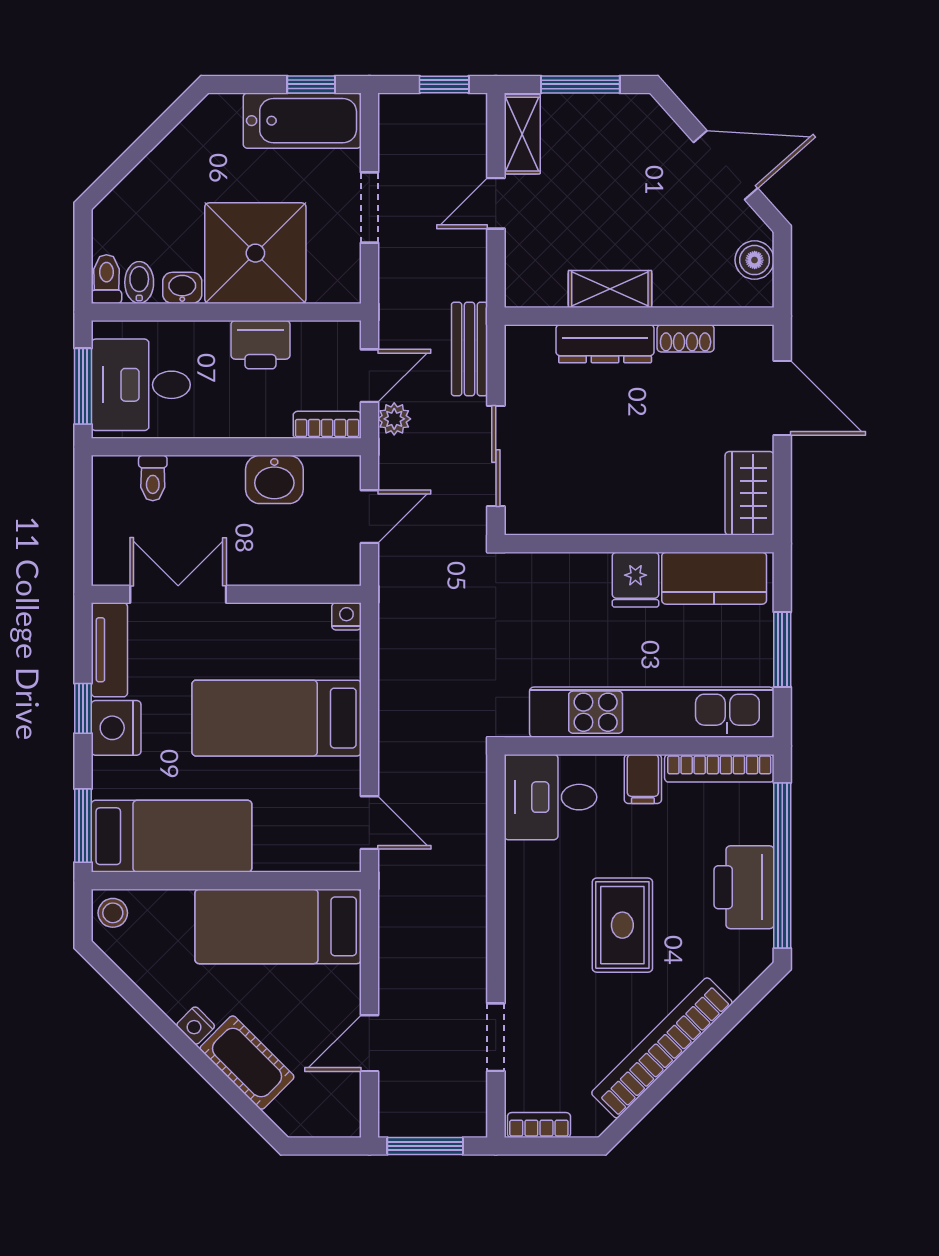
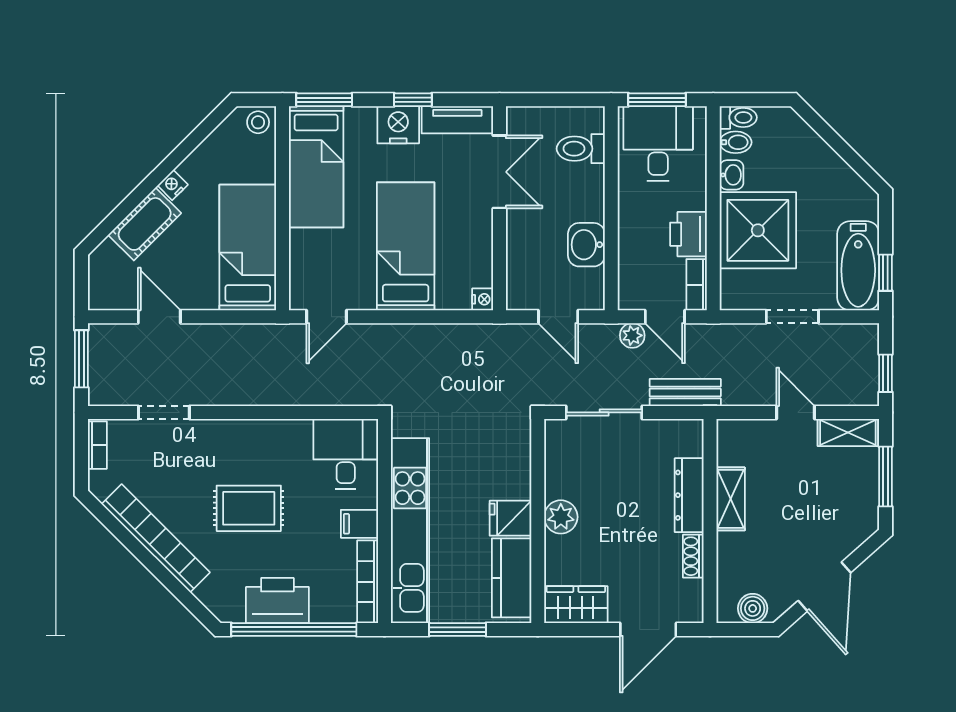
bookcase: (327, 425) -> (697, 285), moved, turned 180
toilet: (153, 478) -> (581, 149), width x1.37, depth x1.39
plant: (634, 513) -> (561, 517), added

